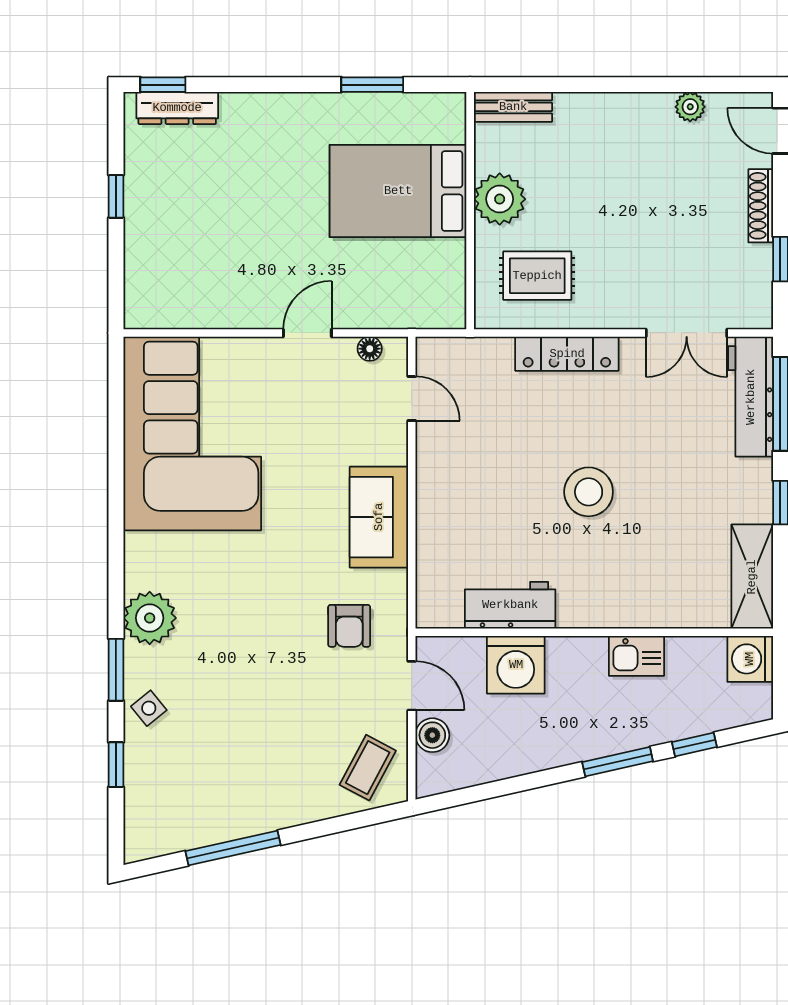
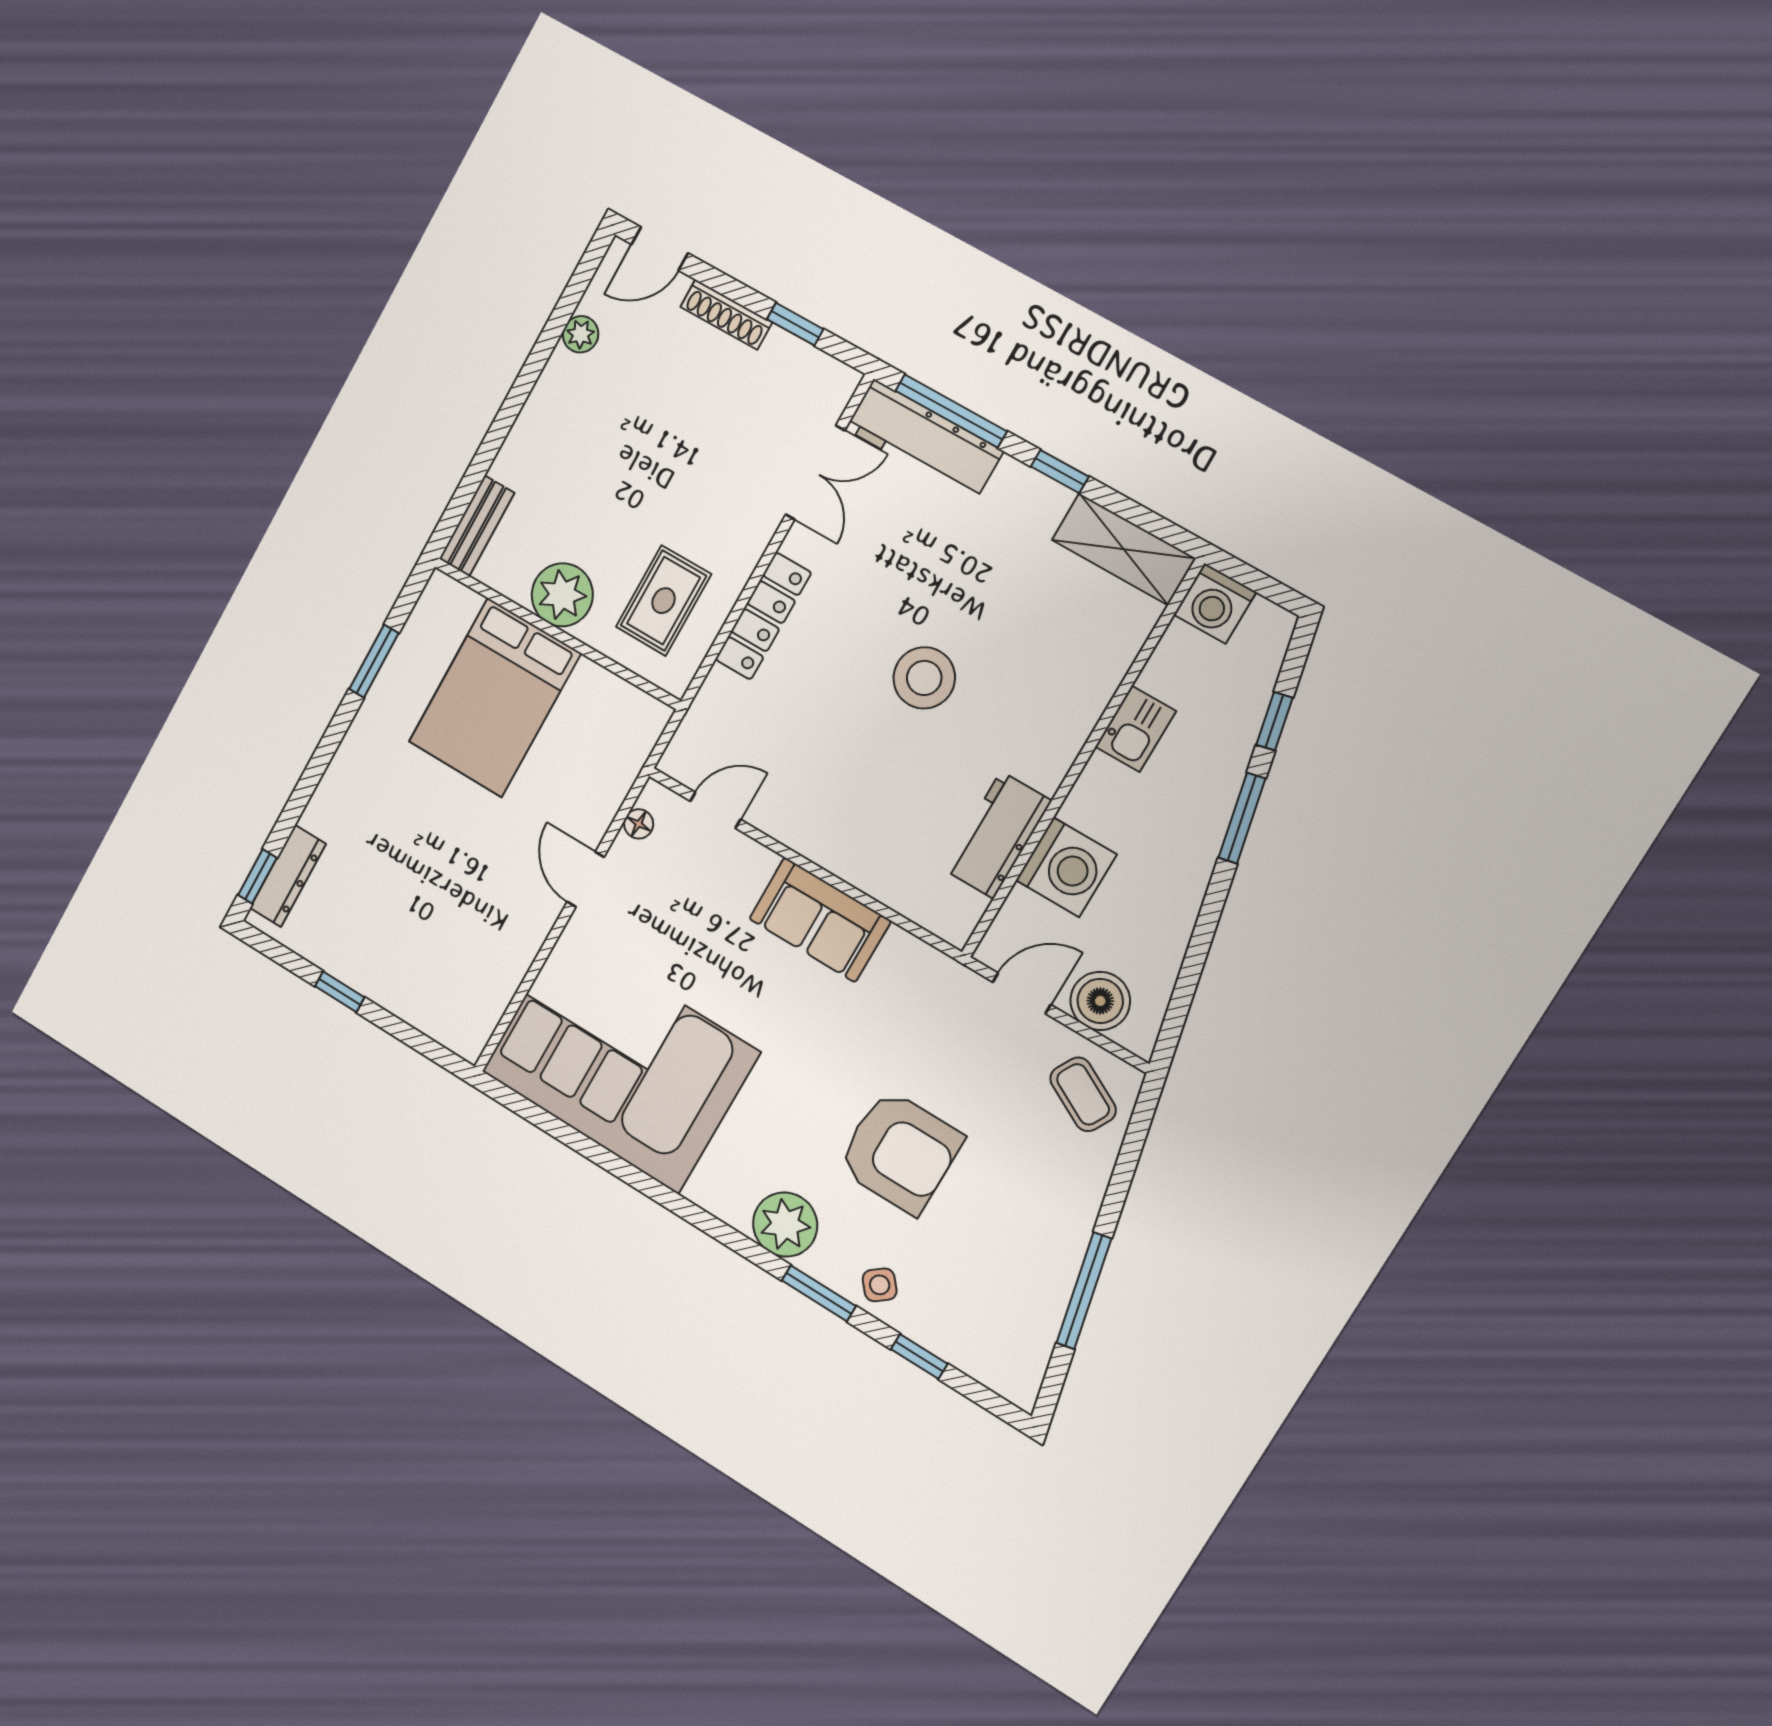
armchair: (349, 626) -> (900, 1152), moved, width x1.88, depth x1.88
boiler: (432, 735) -> (1100, 1001), width x1.36, depth x1.36

